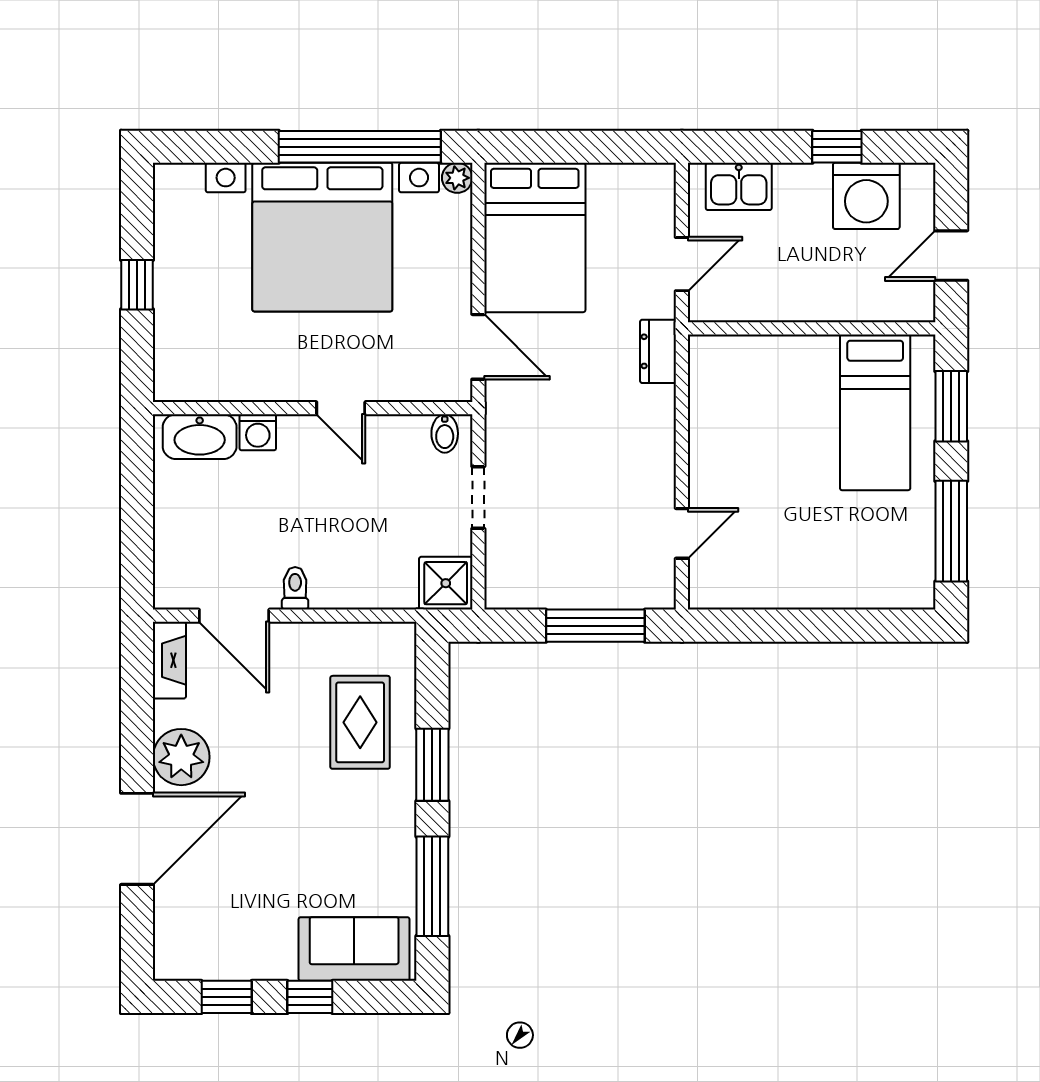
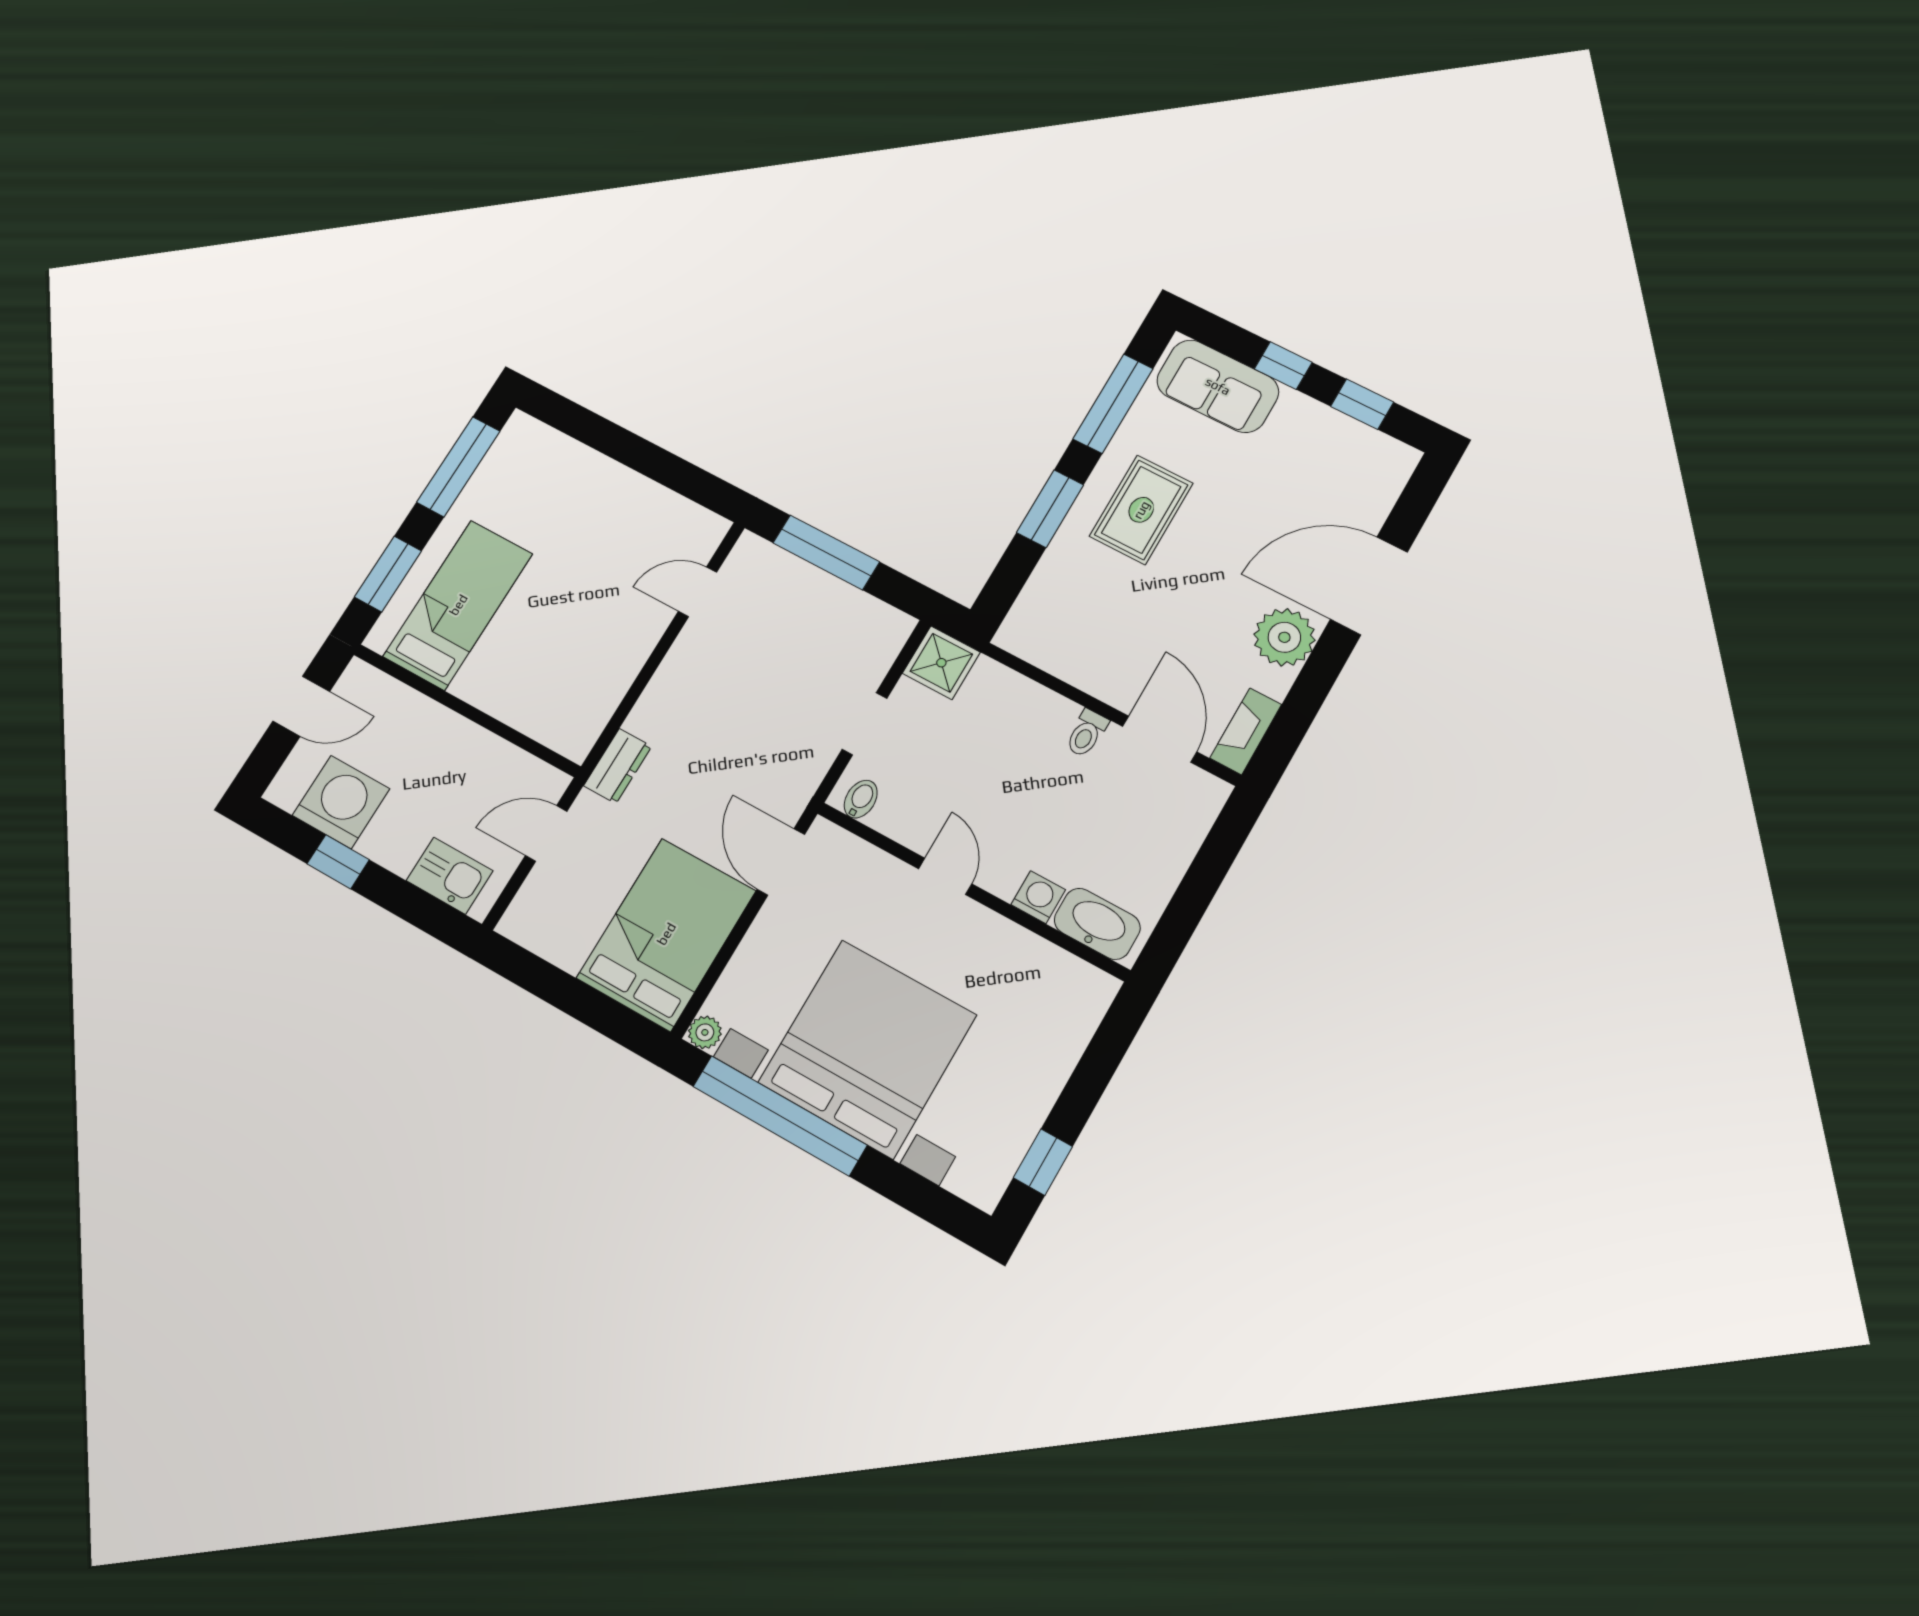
window: (137, 285) -> (1043, 1162), moved
rug: (360, 722) -> (1141, 510), moved

